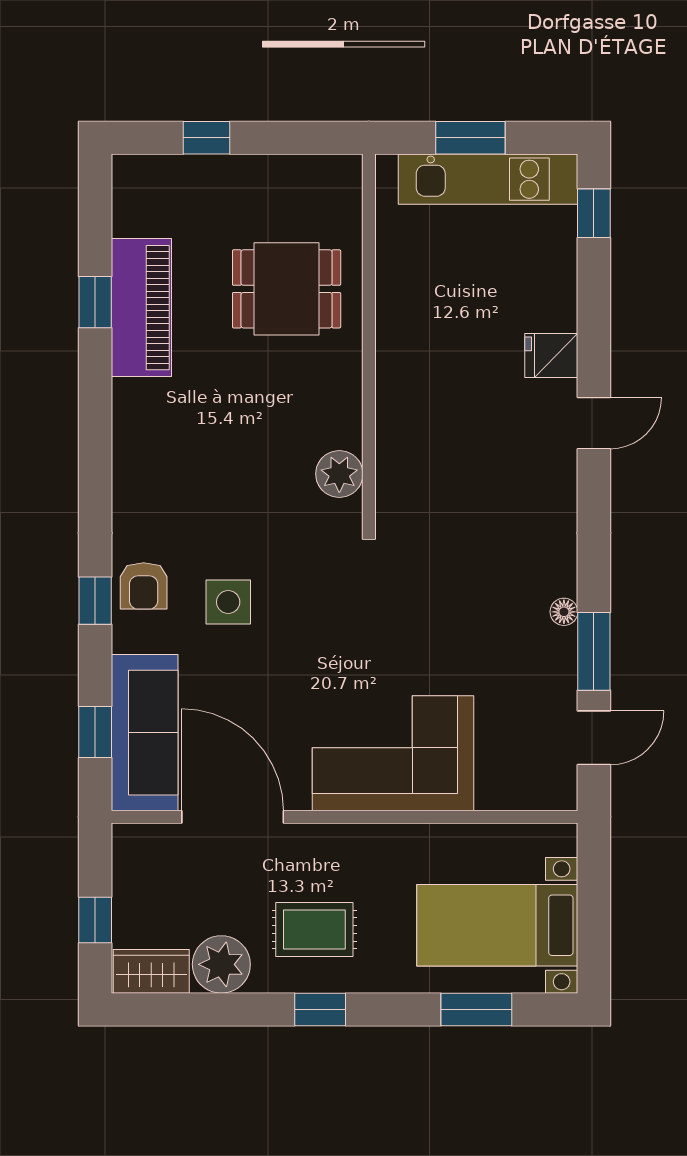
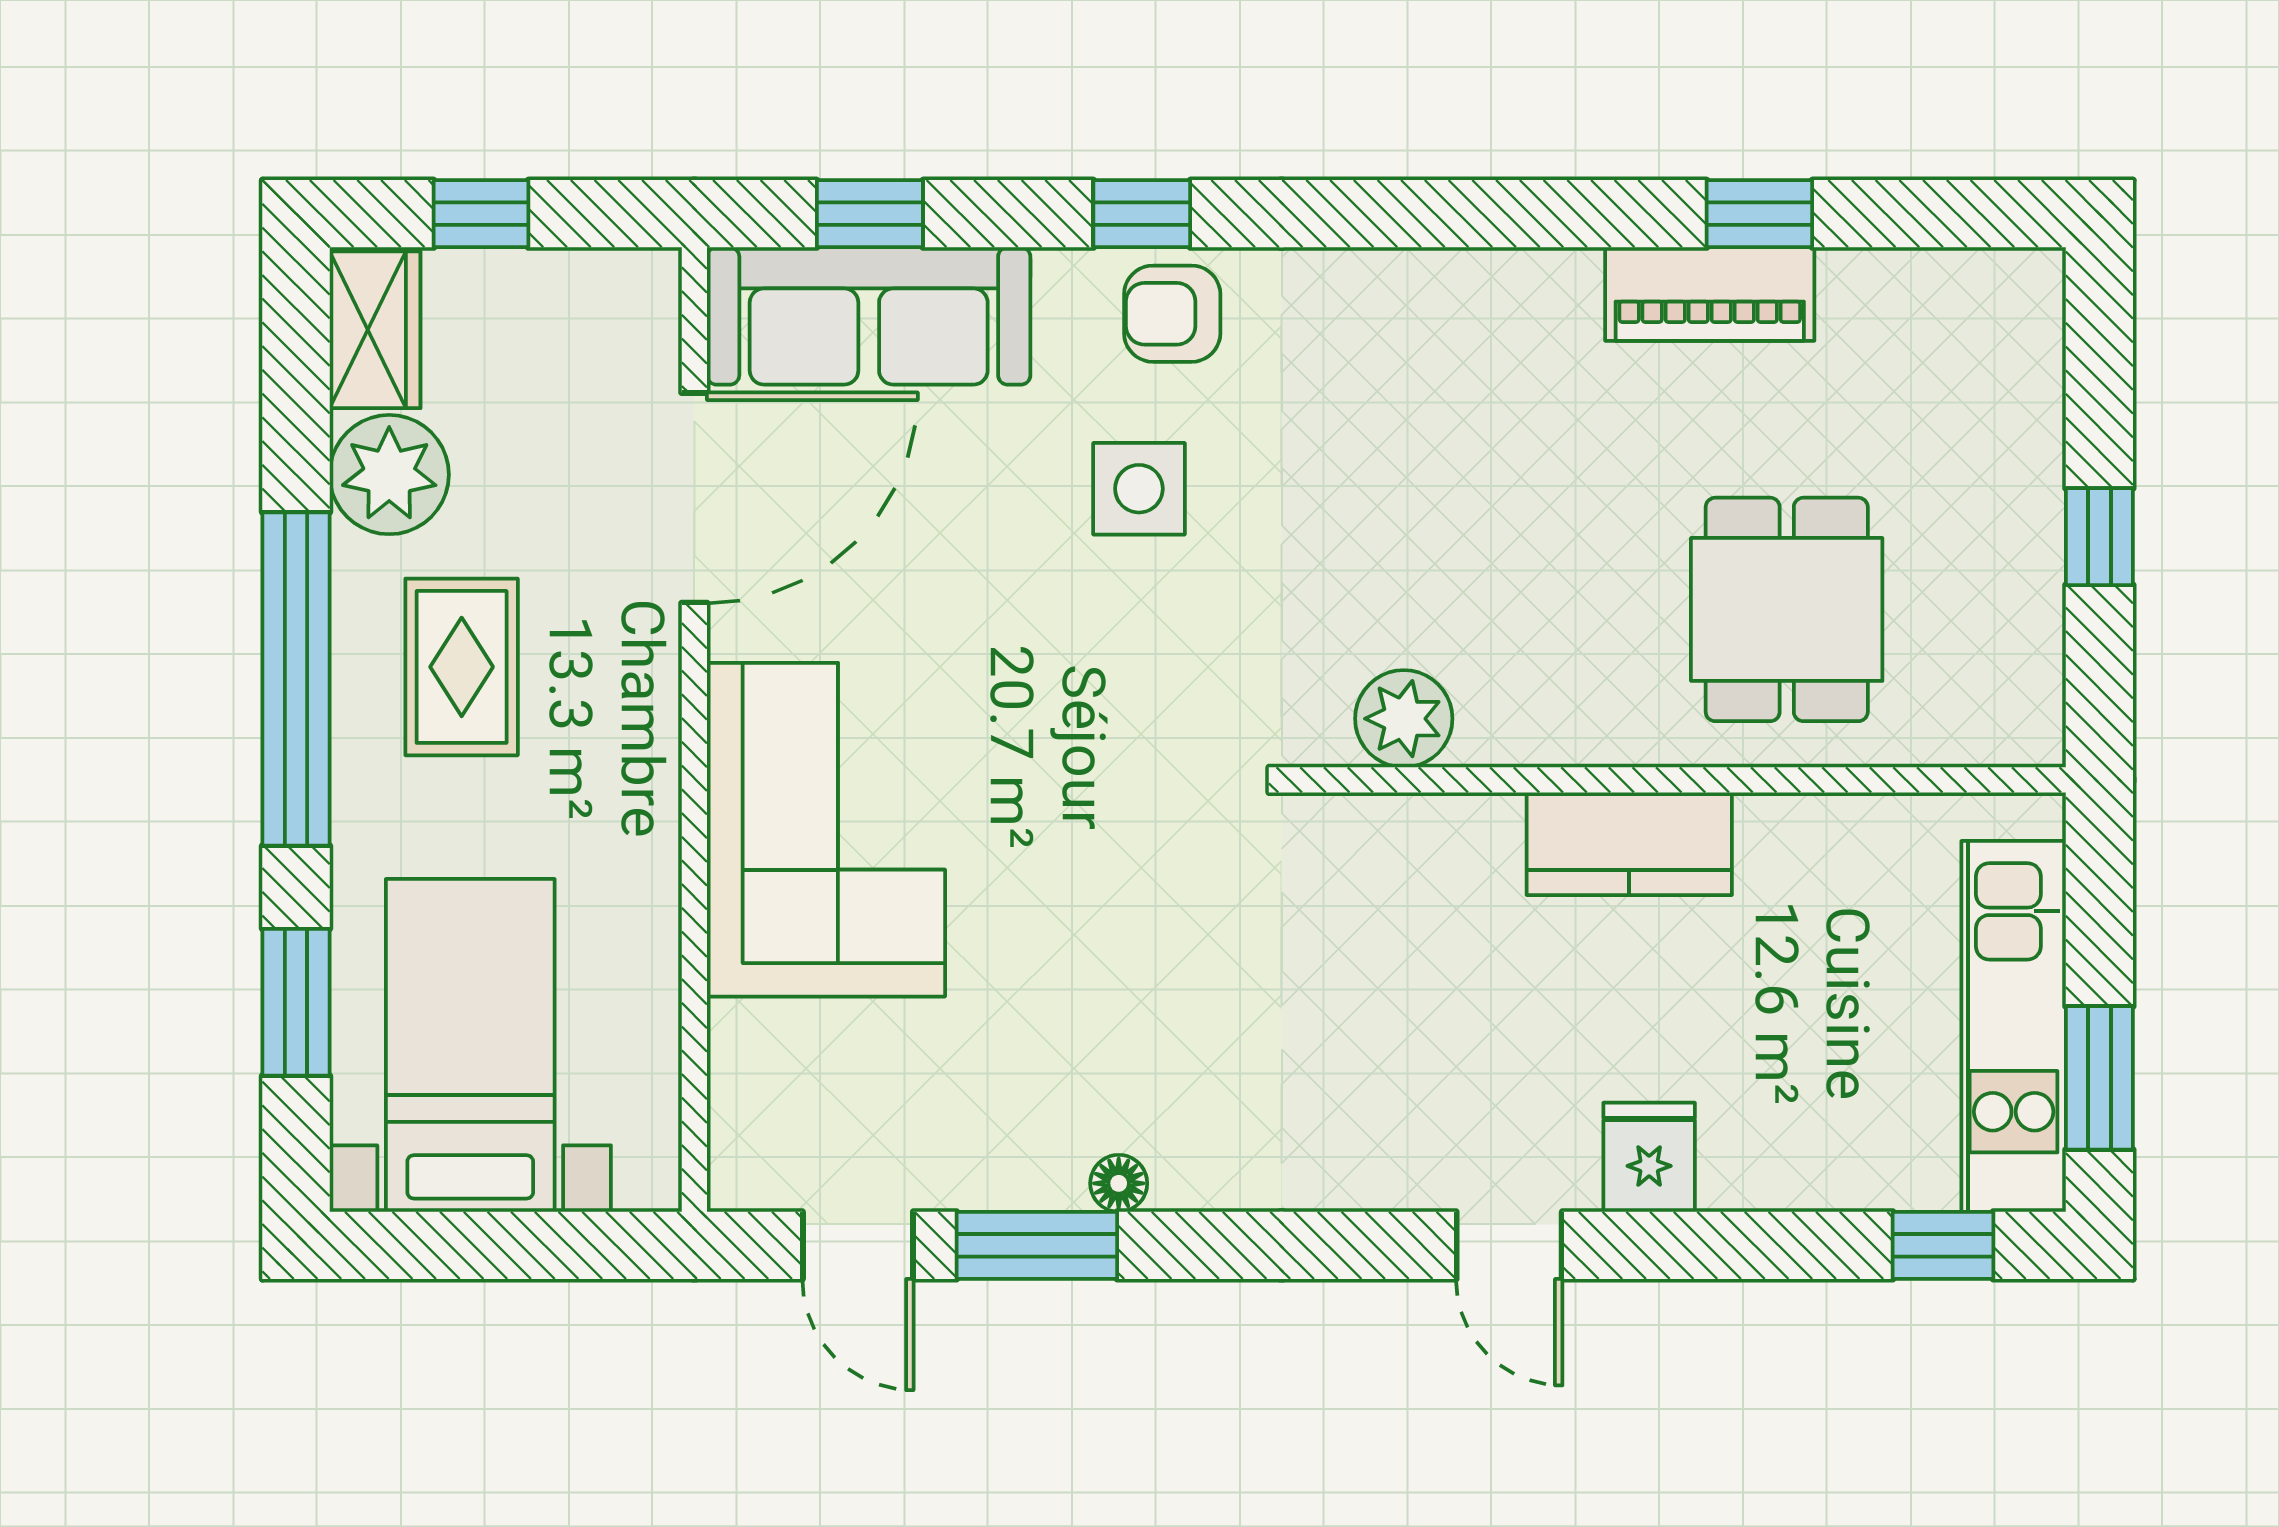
window: (206, 138) -> (2099, 537), moved
window: (470, 138) -> (2099, 1078), moved
piano: (141, 308) -> (1710, 294), width x0.73, depth x0.75
kitchen counter: (400, 365) -> (1629, 844), added
window: (320, 1009) -> (296, 679), width x3.17

